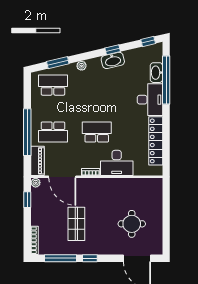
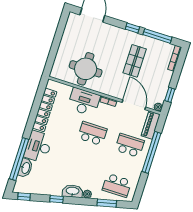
washbasin: (113, 60) -> (73, 191), moved
school desk: (97, 132) -> (92, 134), turned 180
round table: (132, 224) -> (86, 69), moved, width x1.36, depth x1.36

